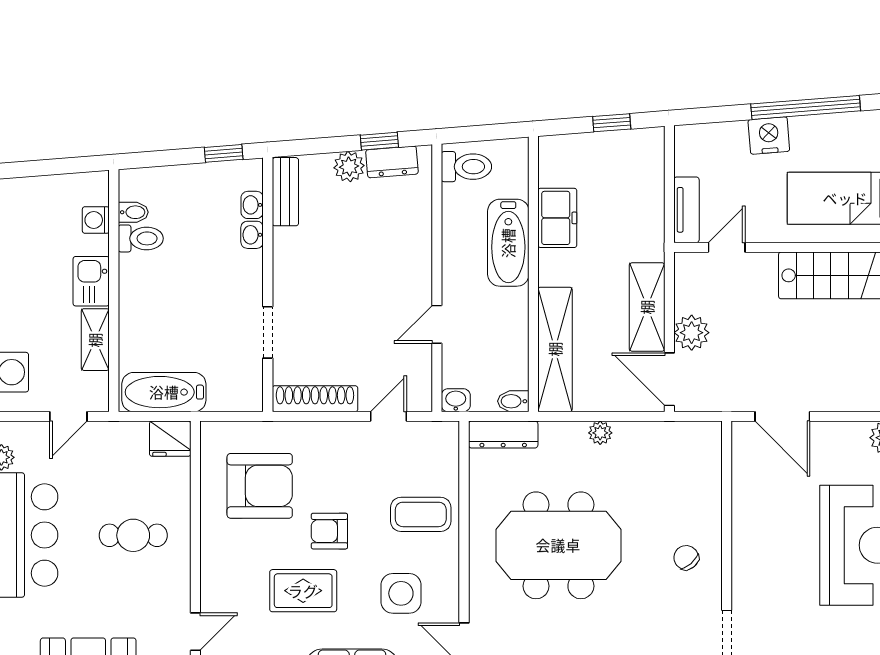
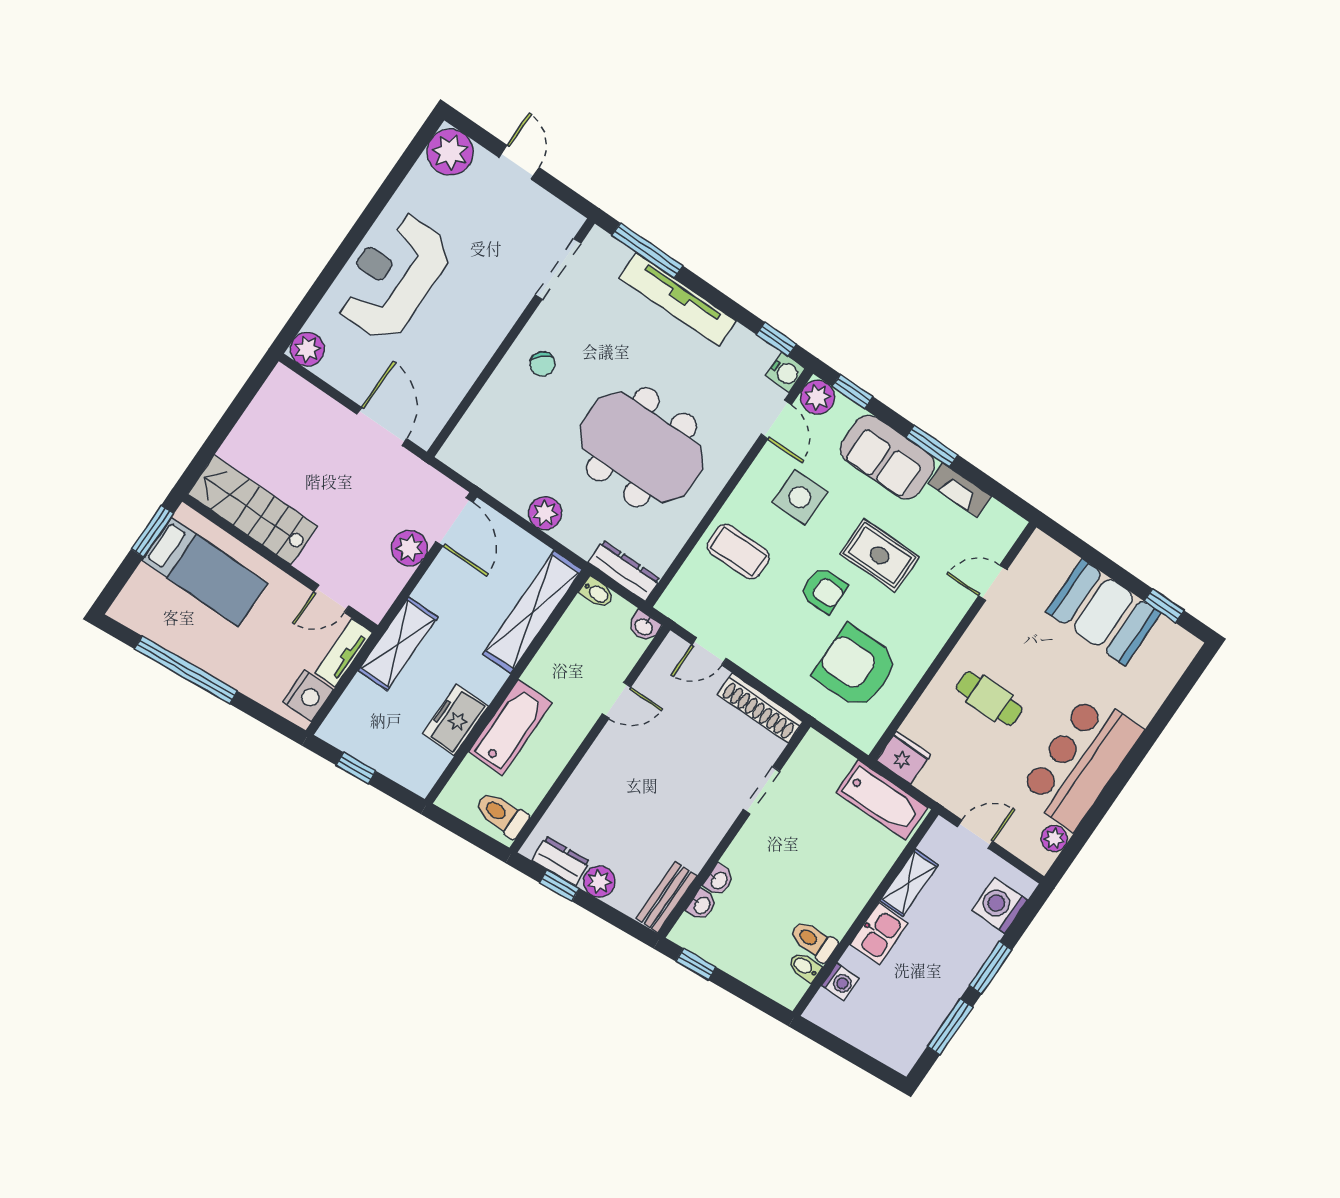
nightstand: (769, 136) -> (308, 696), moved, turned -85
shelving: (647, 307) -> (398, 644), moved
plant: (600, 433) -> (545, 513), width x1.38, depth x1.38

